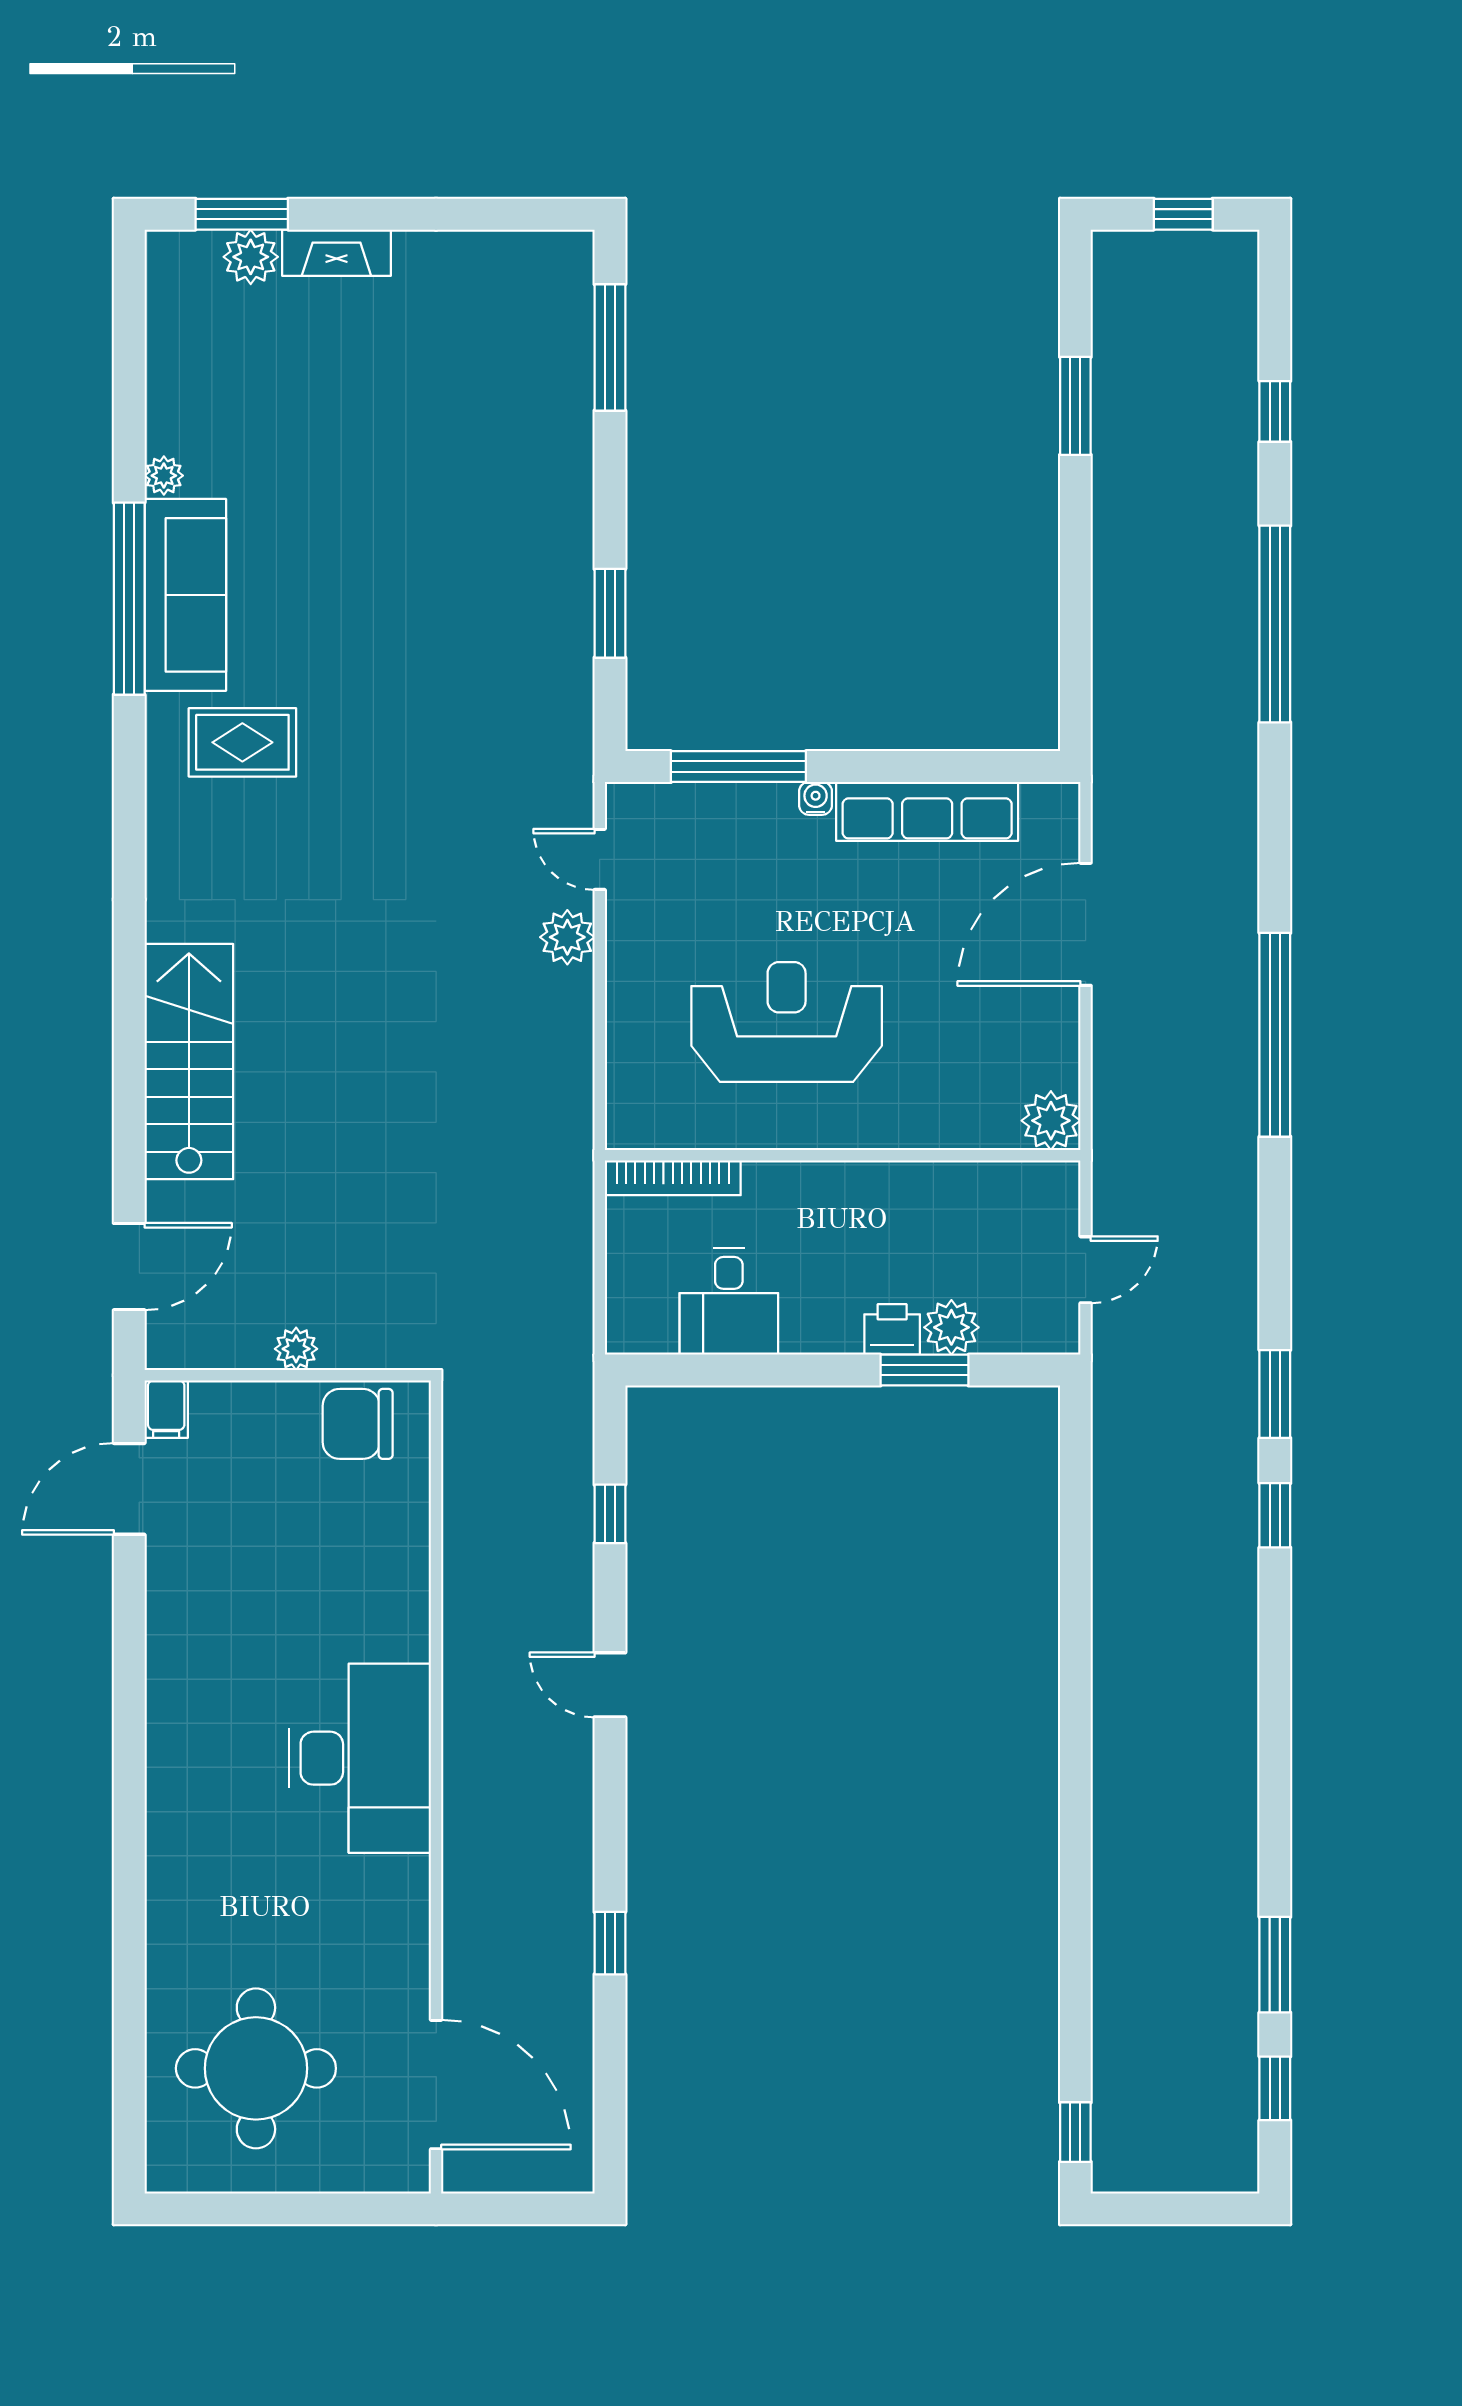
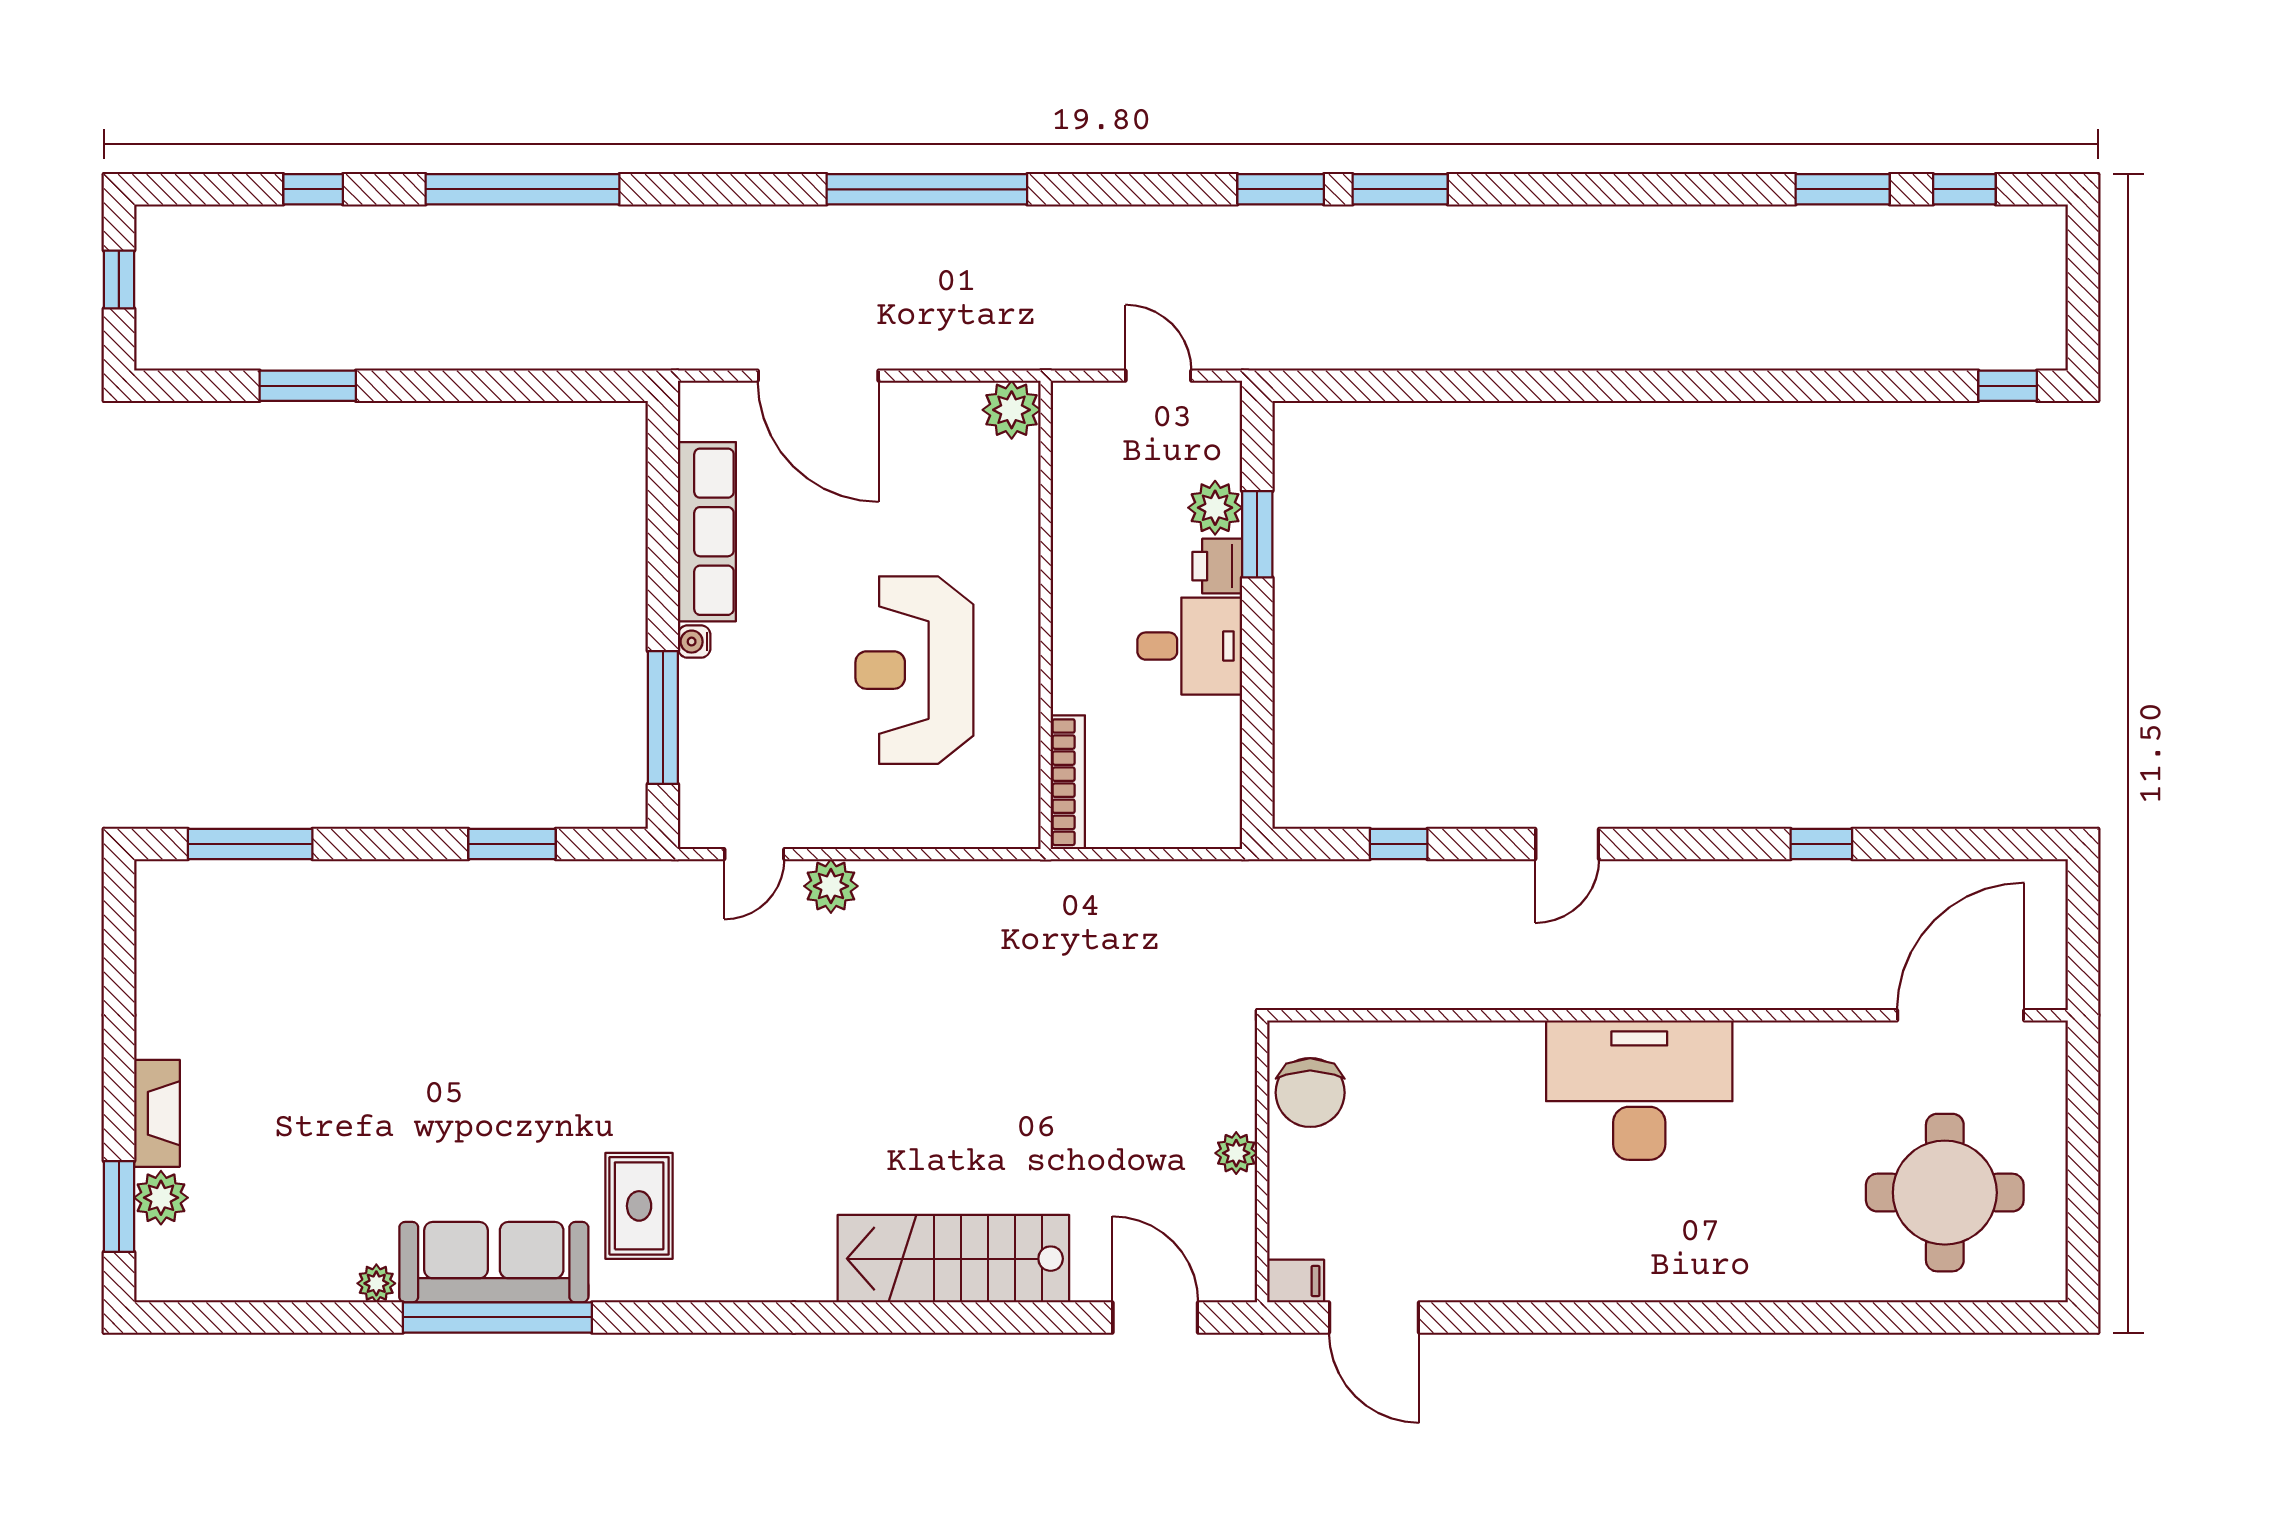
desk: (729, 1302) -> (1190, 646), moved
window: (1275, 1515) -> (1400, 189), width x1.50

